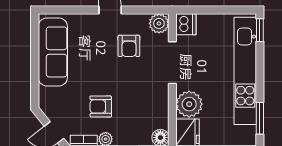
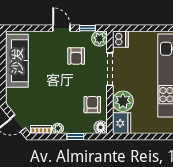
window: (143, 10) -> (87, 28), added
armchair: (101, 106) -> (92, 105), moved, turned 90

